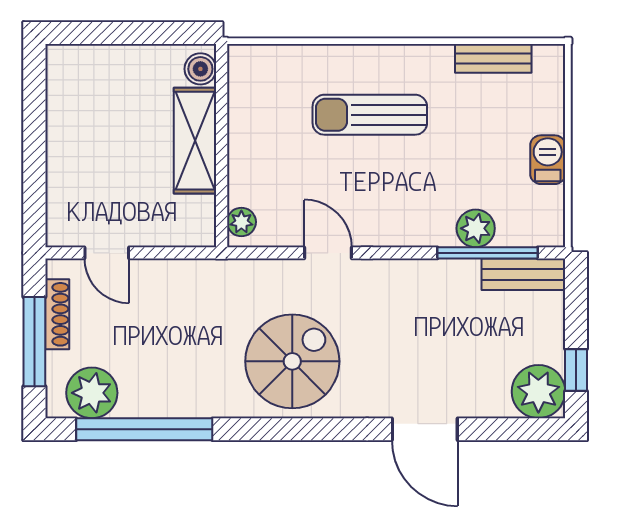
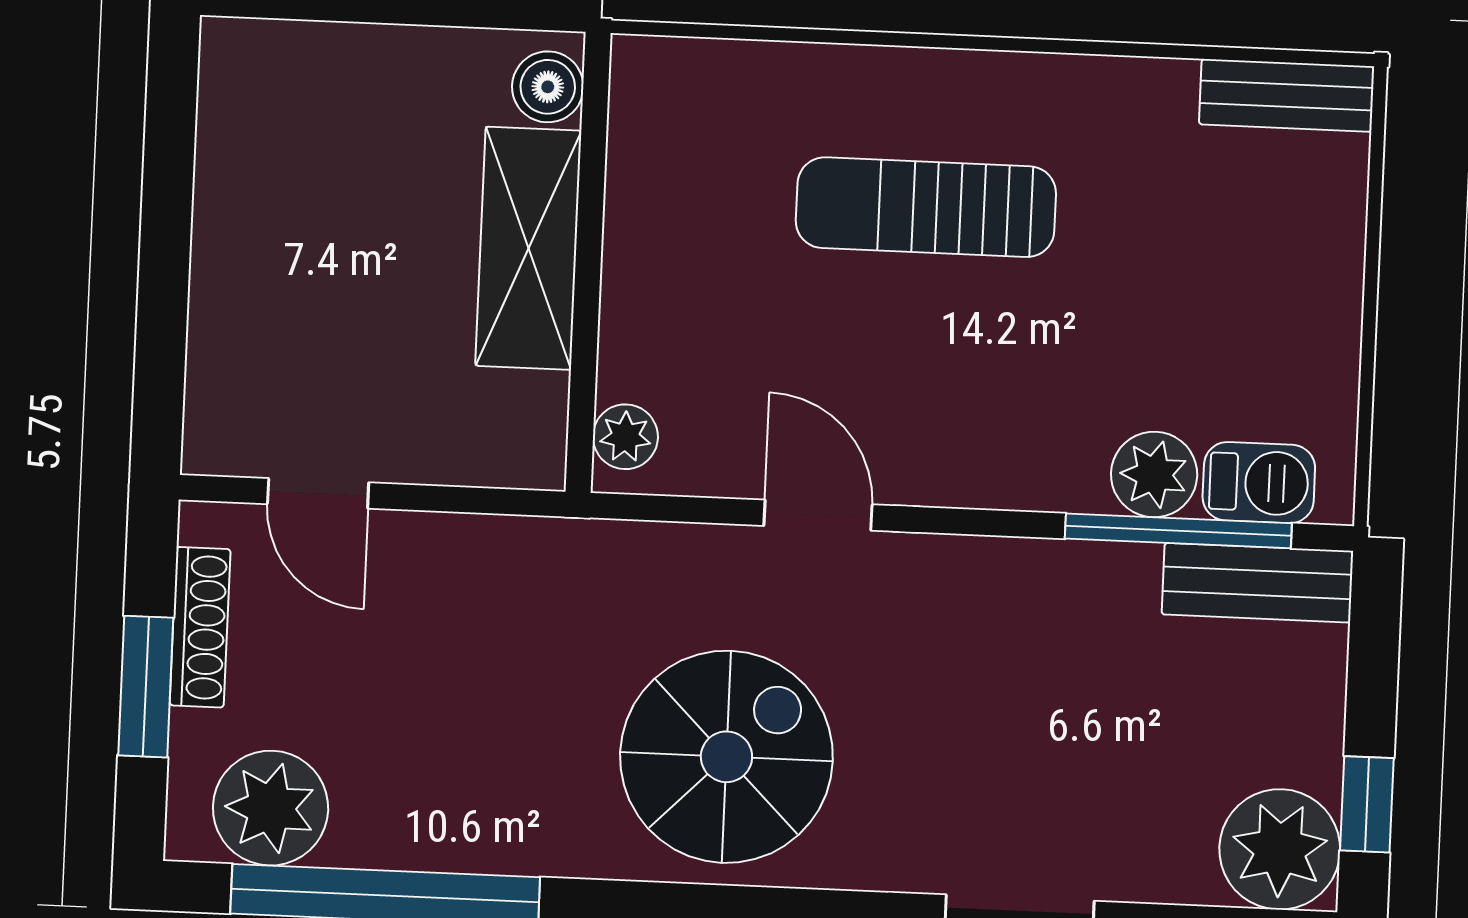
bench: (493, 58) -> (1287, 95), moved
barbecue: (548, 160) -> (1259, 483), moved, turned 90
window: (34, 342) -> (146, 687), width x0.69

